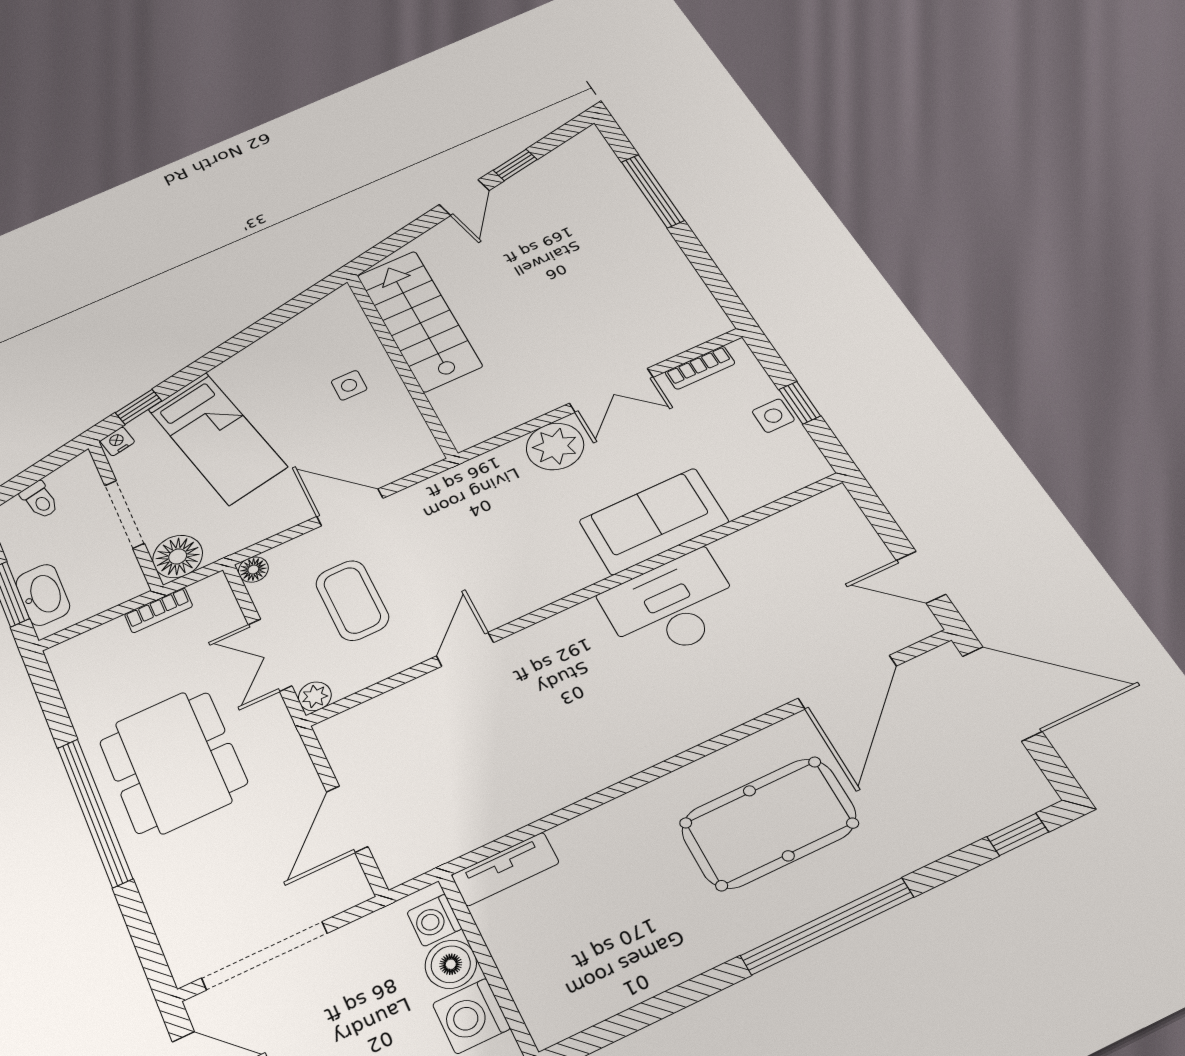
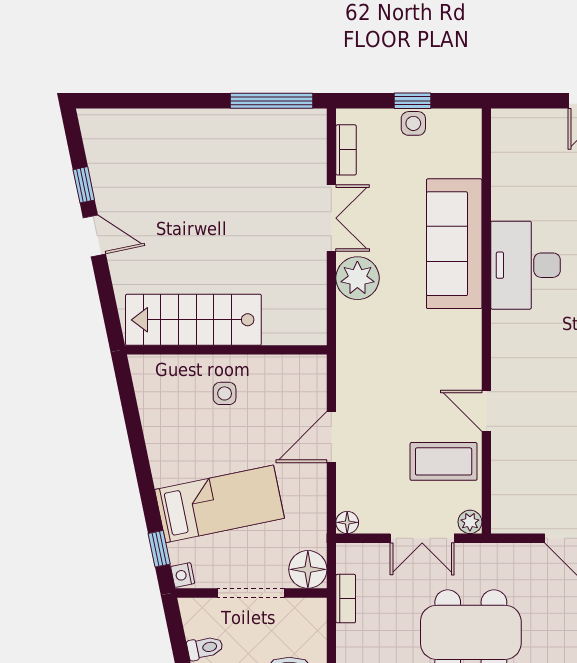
window: (653, 191) -> (272, 101), moved
sofa: (654, 521) -> (454, 244), width x1.36
coffee table: (352, 600) -> (444, 461), moved

